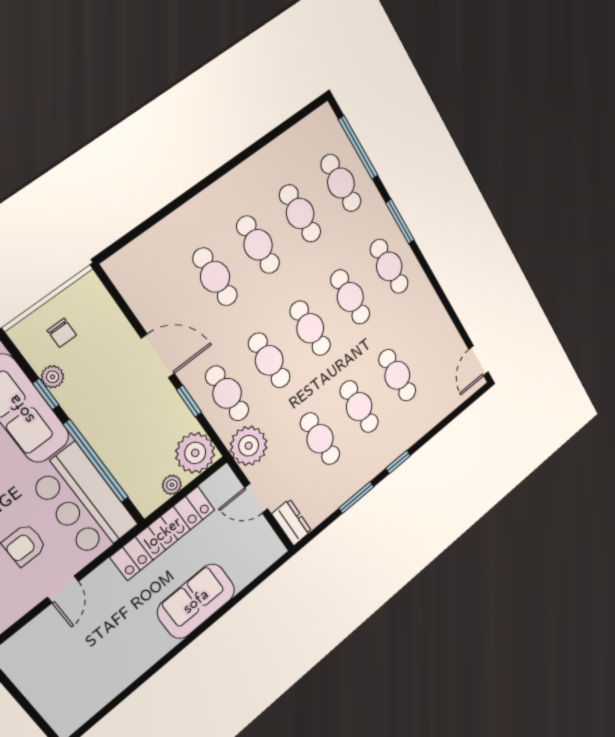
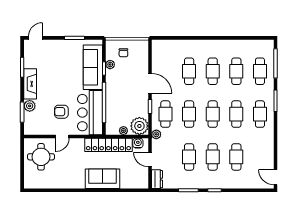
door: (479, 361) -> (275, 177), hinge flipped
plant: (249, 446) -> (156, 134), width x0.53, depth x0.53
water cooler: (214, 486) -> (138, 143), added
round table: (51, 659) -> (41, 157), added

